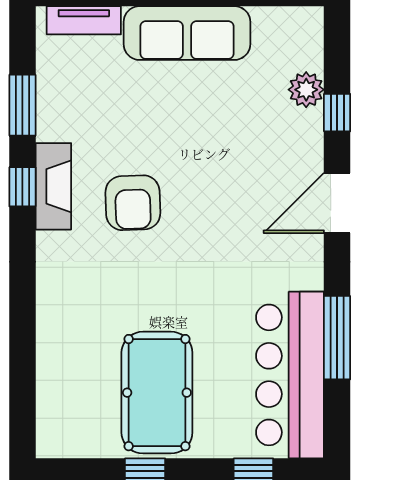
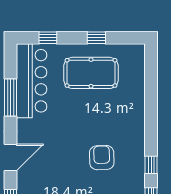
fireplace: (53, 186) -> (137, 165), removed
pool table: (157, 393) -> (91, 73), turned 90

